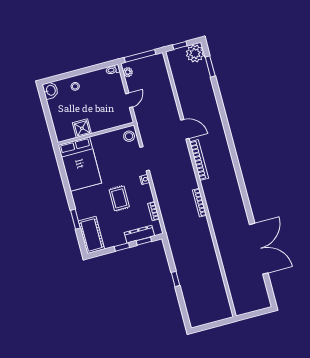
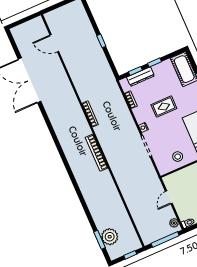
plant: (195, 54) -> (110, 237), moved
door: (185, 129) -> (54, 43), moved
stool: (129, 136) -> (178, 157), moved
rug: (119, 198) -> (164, 107), turned 90

